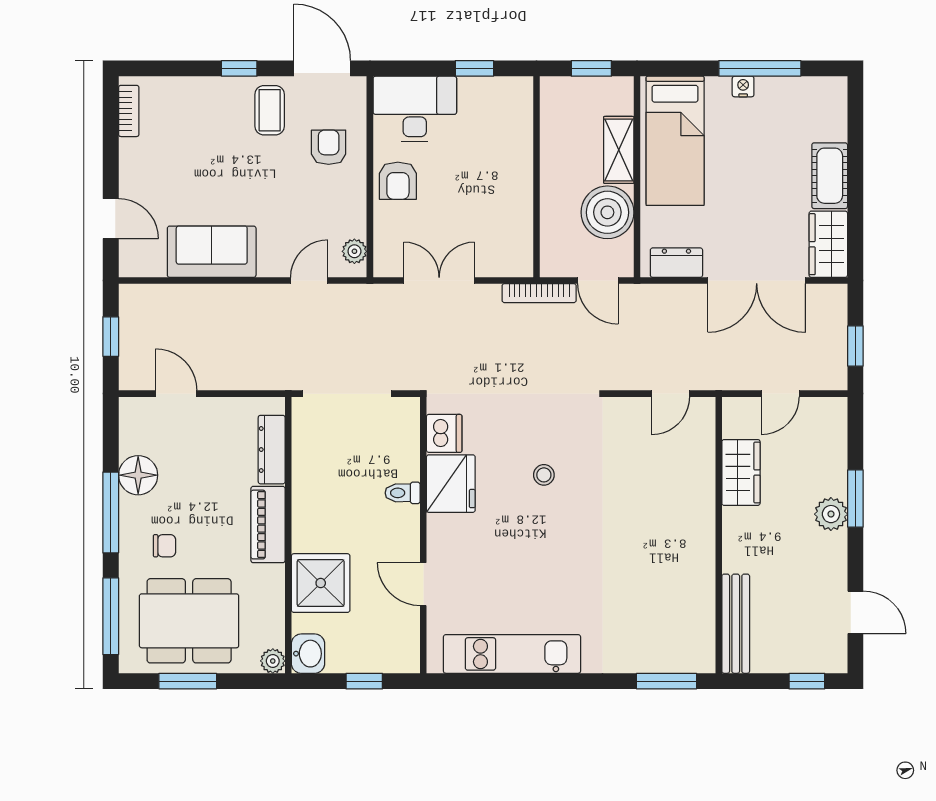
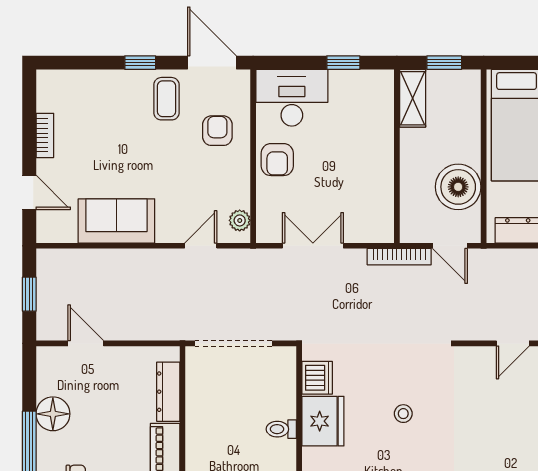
bookcase: (129, 111) -> (45, 135), moved
shelving: (619, 150) -> (413, 98), moved

